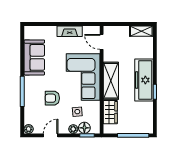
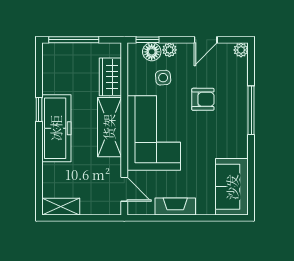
sofa: (34, 57) -> (232, 187), moved

